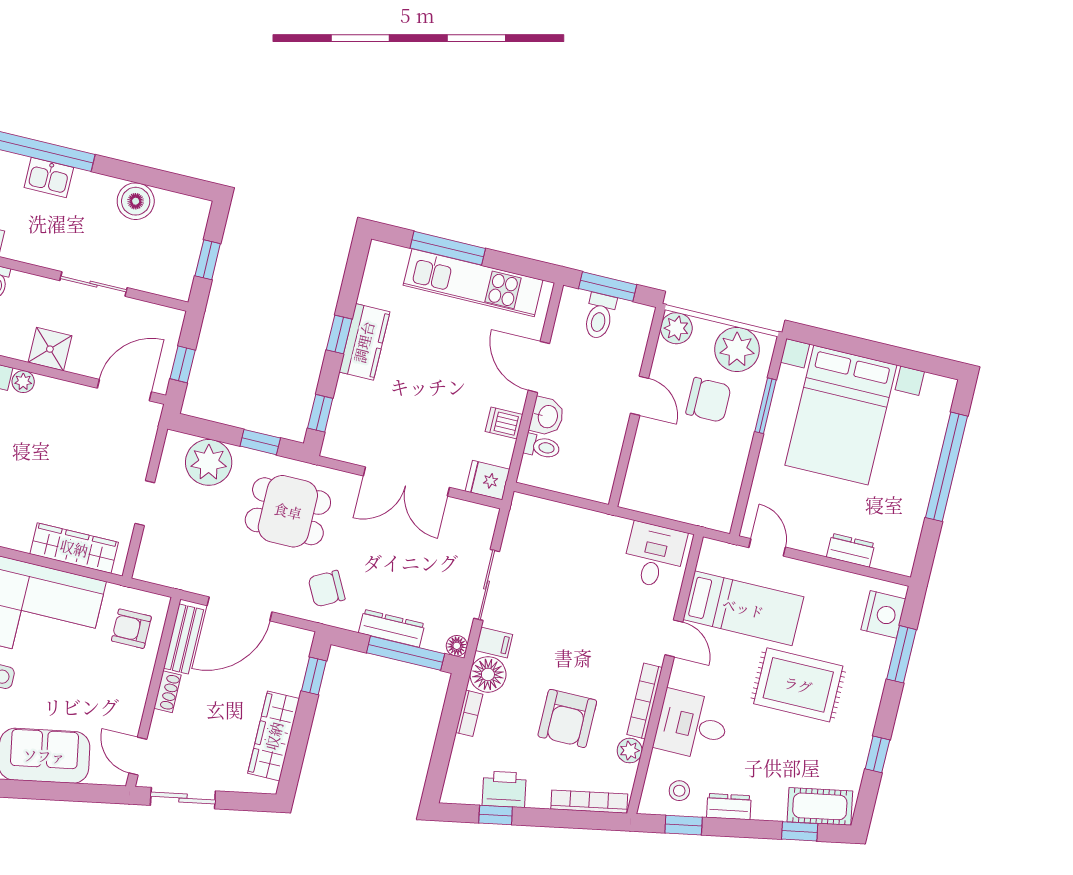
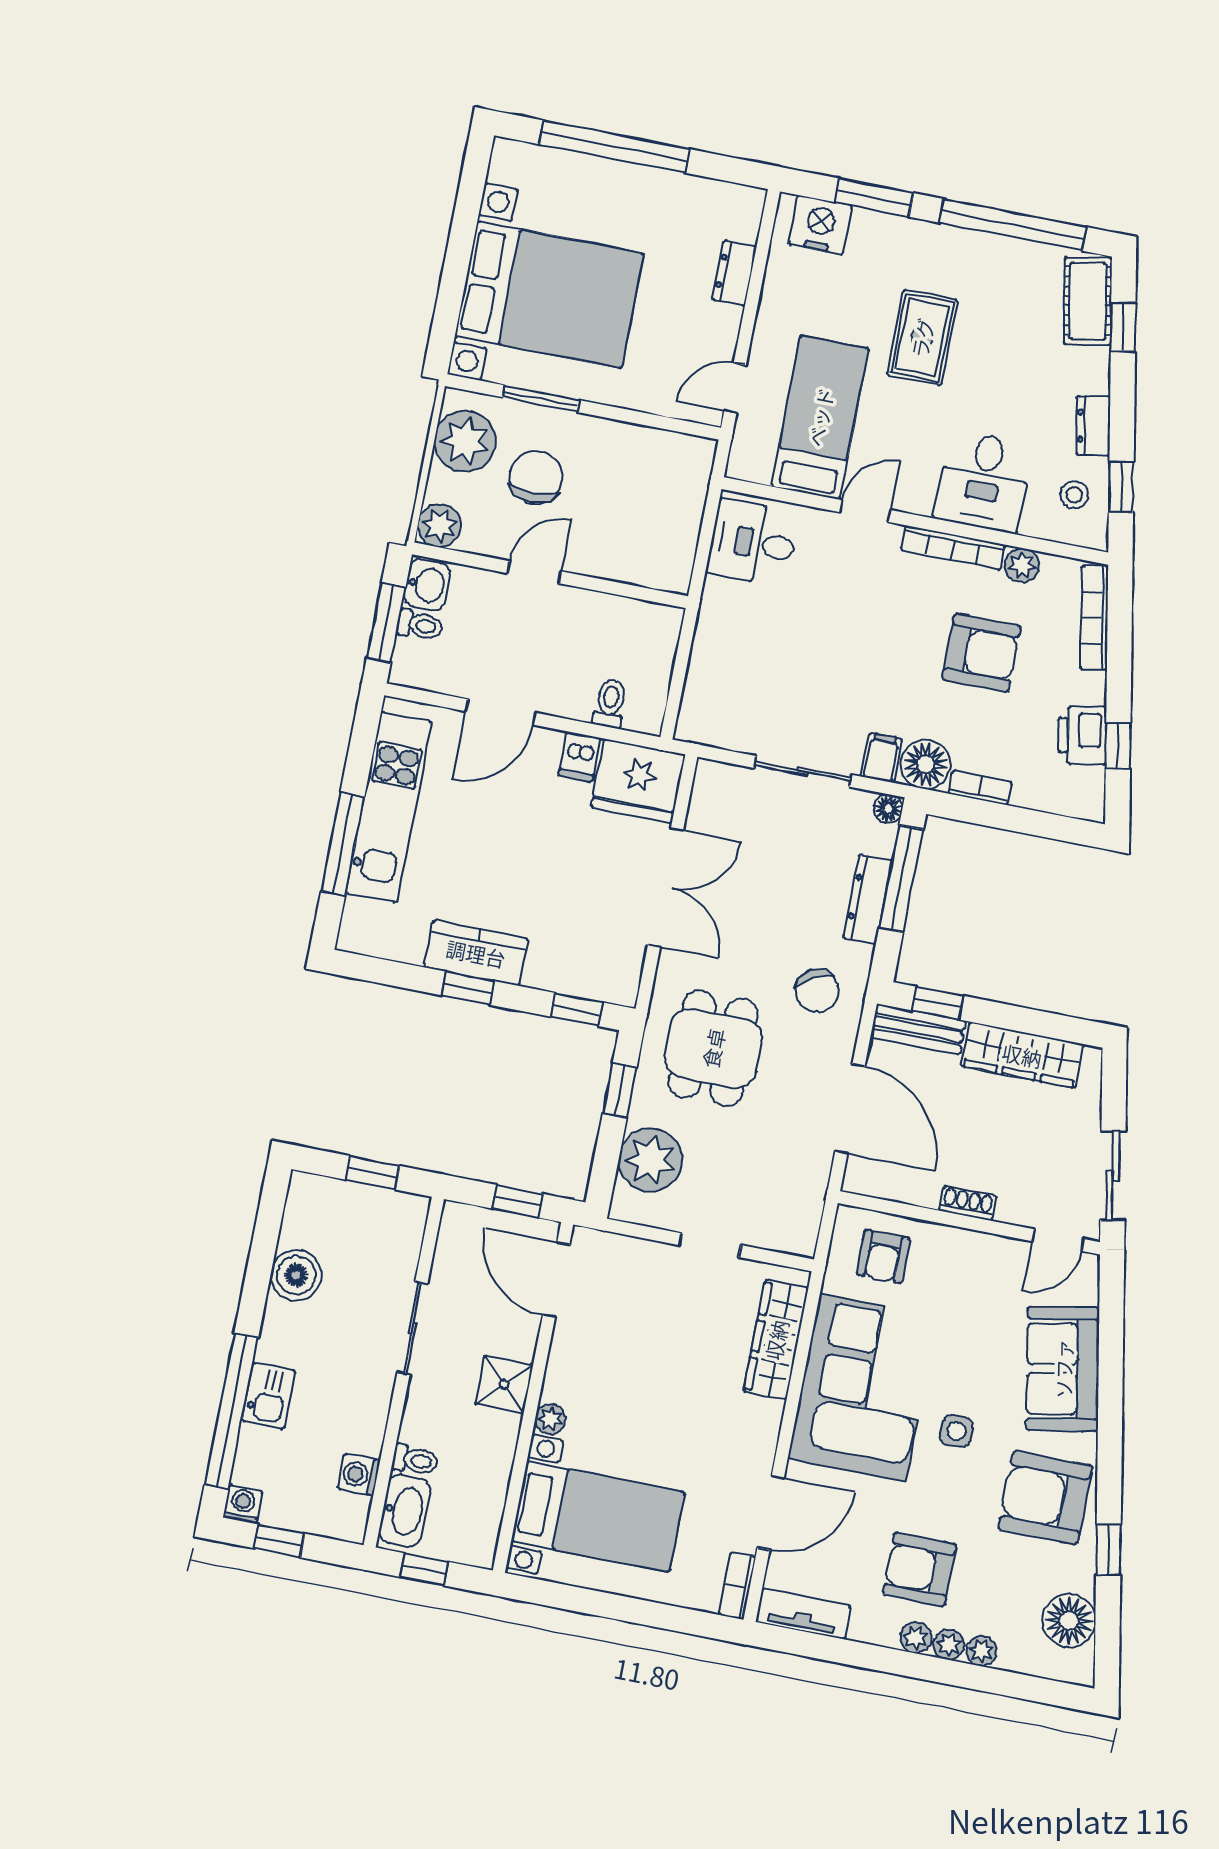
toilet: (600, 316) -> (420, 625), width x0.73, depth x0.72
washbasin: (547, 416) -> (427, 585), moved, turned 90
fridge: (488, 480) -> (638, 781), width x1.88, depth x1.34
bench: (183, 639) -> (918, 1029), moved
rug: (798, 685) -> (922, 338), width x0.73, depth x0.70
window: (877, 754) -> (1013, 225), width x3.17

